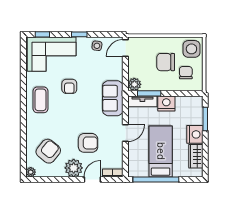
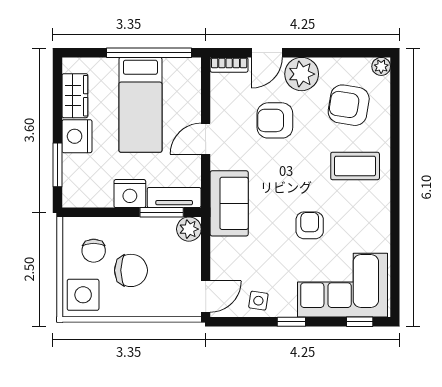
coffee table: (41, 100) -> (355, 166), moved, turned 90
armchair: (48, 151) -> (349, 105), turned 60

